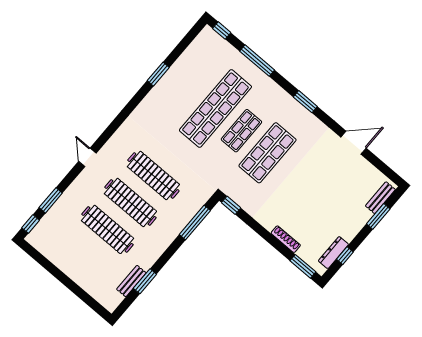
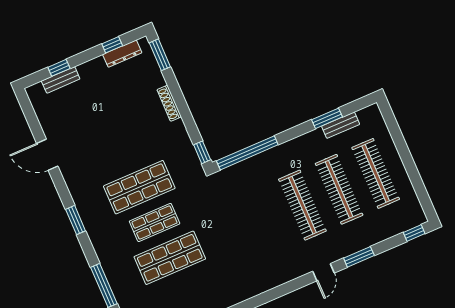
shop shelf: (215, 109) -> (170, 258), width x0.71
clothes rail: (153, 176) -> (376, 173), moved
bench: (380, 198) -> (61, 80), moved
window: (51, 200) -> (359, 257), moved
window: (378, 216) -> (59, 68), width x0.67
window: (195, 223) -> (247, 153), width x1.46
shoe rack: (286, 239) -> (169, 103), moved

